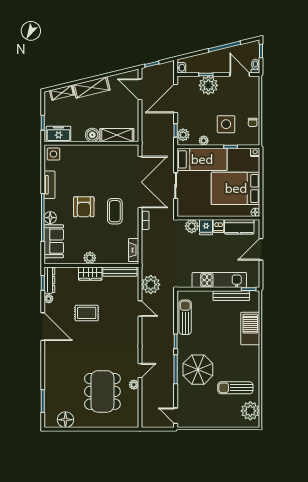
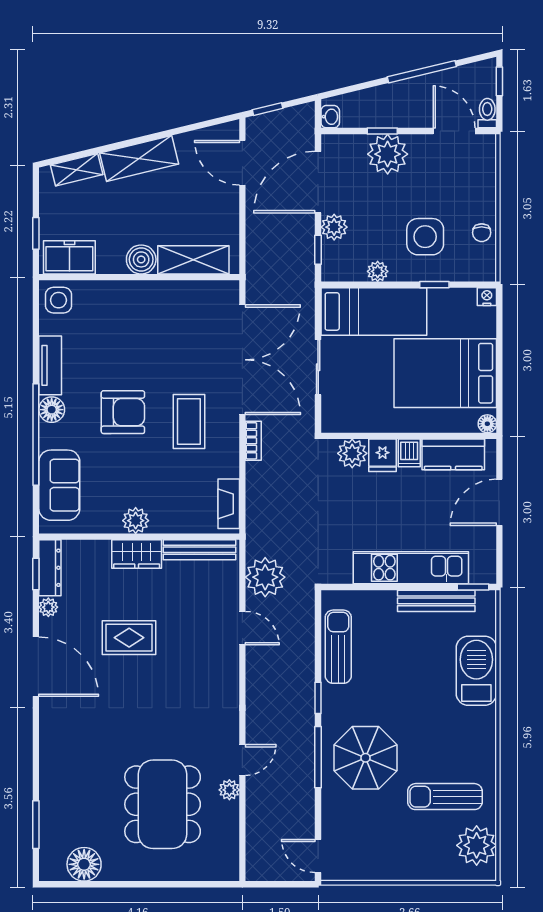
plant: (183, 135) -> (334, 227), moved
armchair: (84, 207) -> (123, 412), turned -90
floor lamp: (50, 218) -> (52, 410), moved

